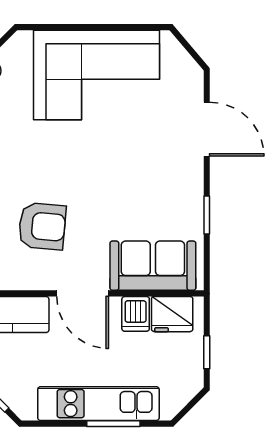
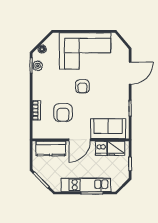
door: (207, 129) -> (130, 73), hinge flipped
armchair: (90, 162) -> (82, 86), added
armchair: (42, 226) -> (63, 113), turned 85
door: (83, 293) -> (79, 140), hinge flipped

